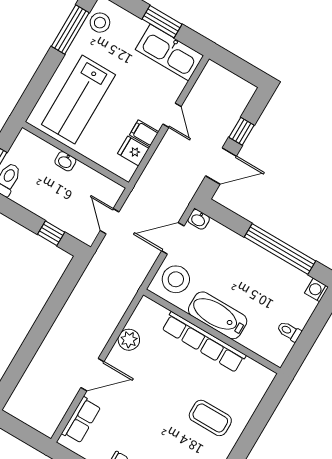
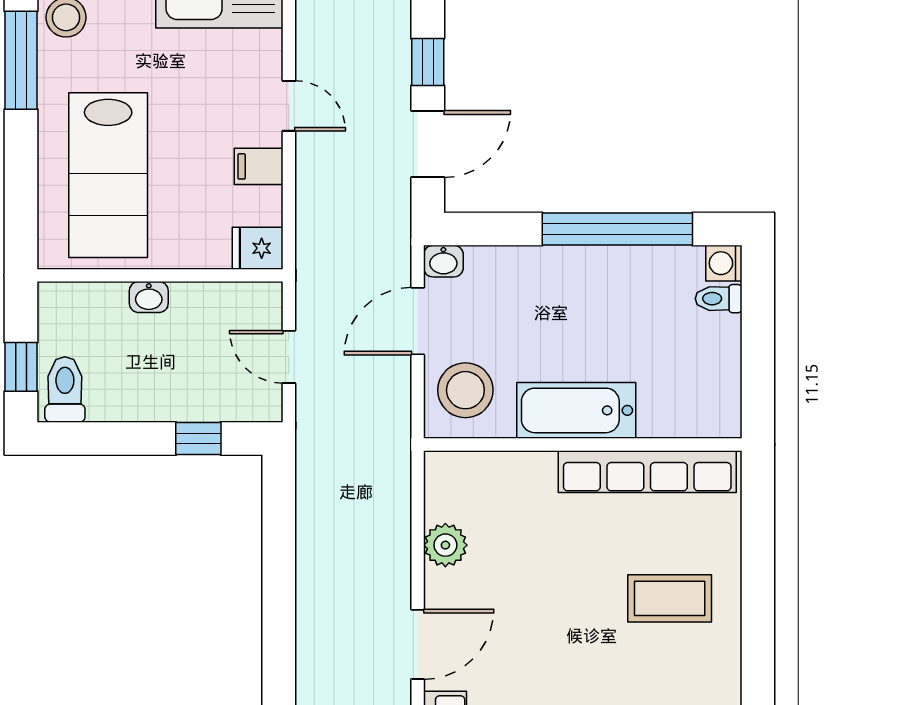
fridge: (133, 151) -> (258, 248), moved
toilet: (289, 331) -> (719, 299), moved
row of seats: (204, 342) -> (647, 472), moved

